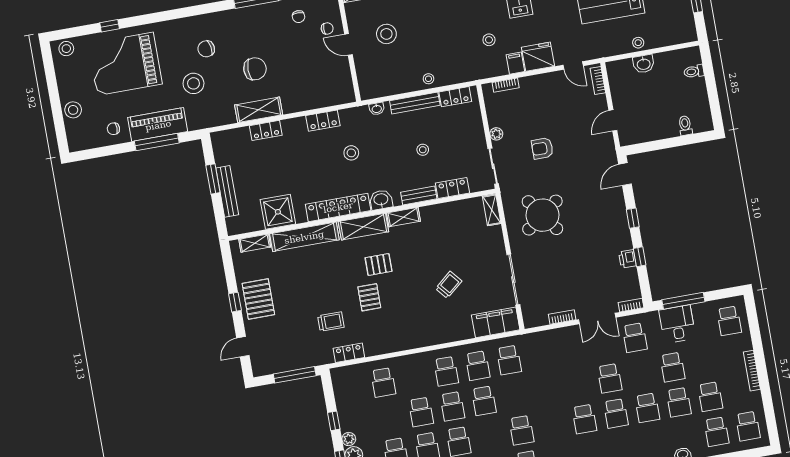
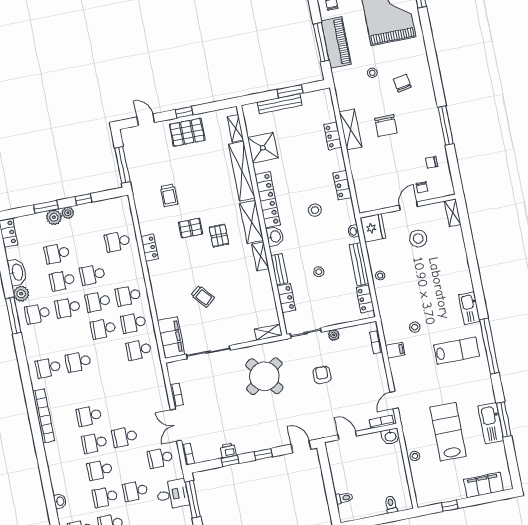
fridge: (538, 57) -> (373, 228), moved
washbasin: (644, 64) -> (390, 436), moved, turned -90
stool: (193, 83) -> (372, 73), width x0.53, depth x0.53
locker: (349, 353) -> (150, 248), moved

